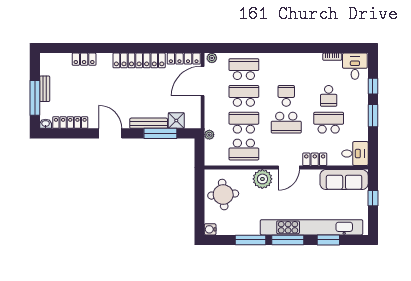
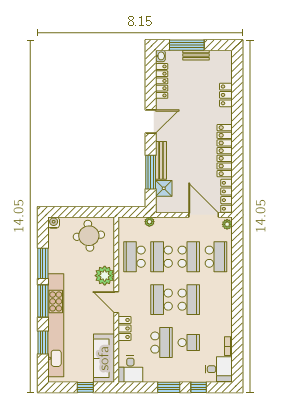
school desk: (286, 96) -> (189, 300), width x1.85
school desk: (329, 96) -> (189, 343), turned 180
school desk: (244, 123) -> (162, 257), turned 180

